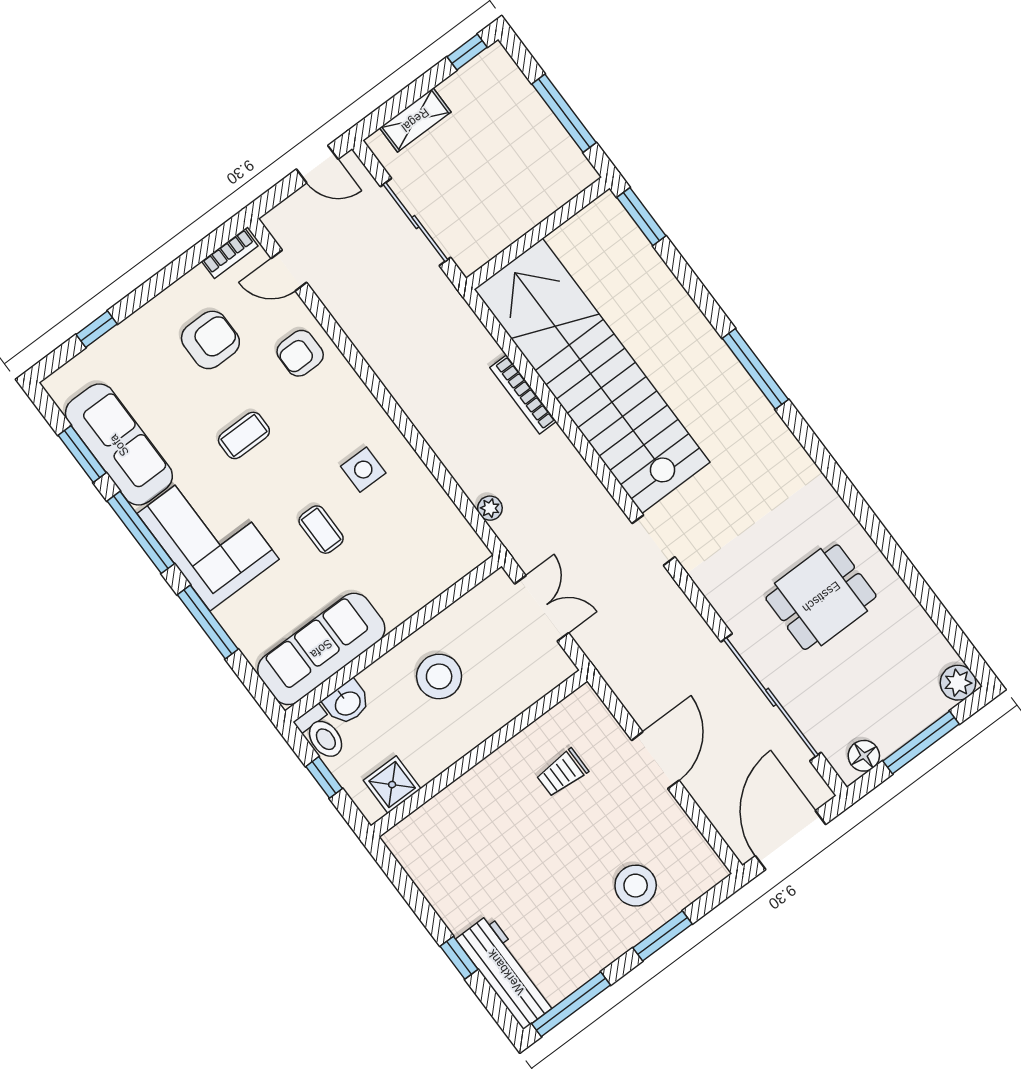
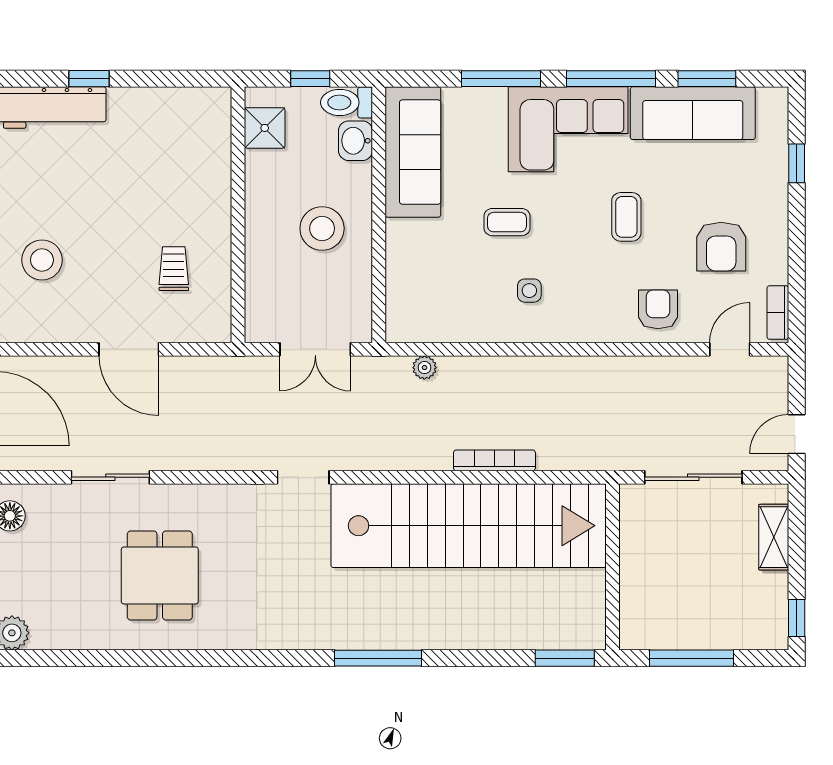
side table: (363, 470) -> (529, 291), width x0.73, depth x0.73
sliding door: (771, 697) -> (110, 477), width x0.54

